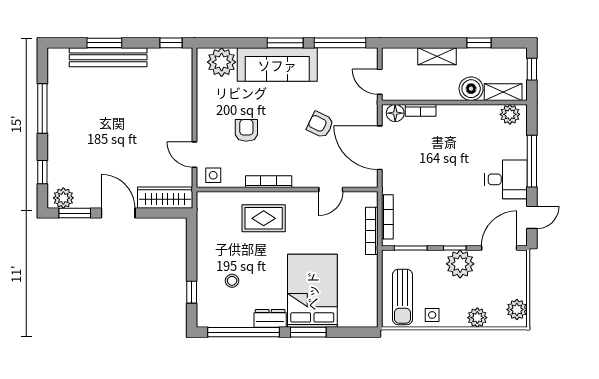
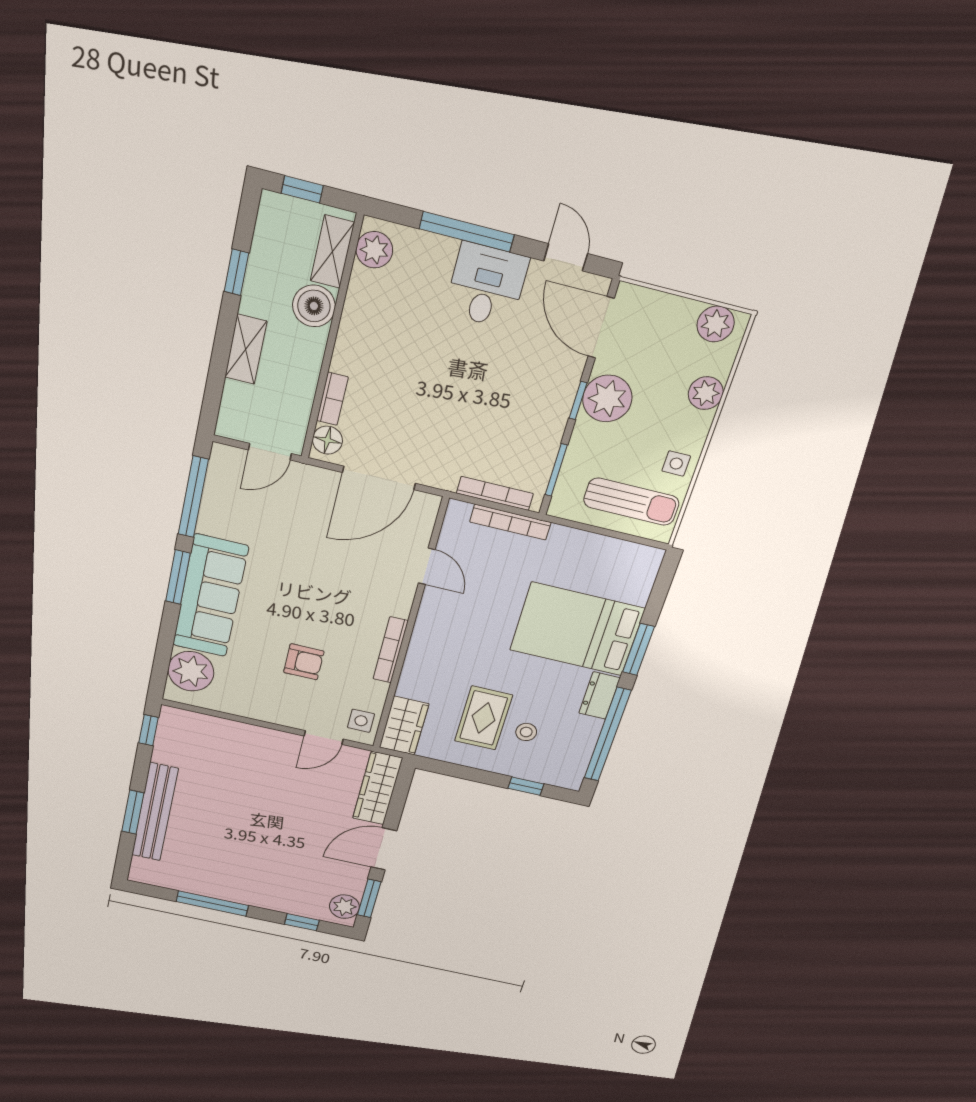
armchair: (320, 125) -> (320, 557), removed
armchair: (246, 130) -> (304, 662), turned 180
wardrobe: (217, 203) -> (404, 726), added
rug: (264, 218) -> (484, 718), moved

